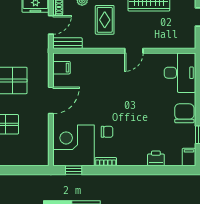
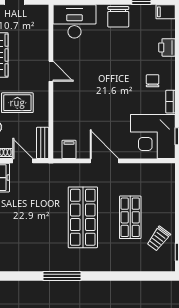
chair: (184, 113) -> (118, 17), turned -90
chair: (107, 132) -> (153, 81), moved

